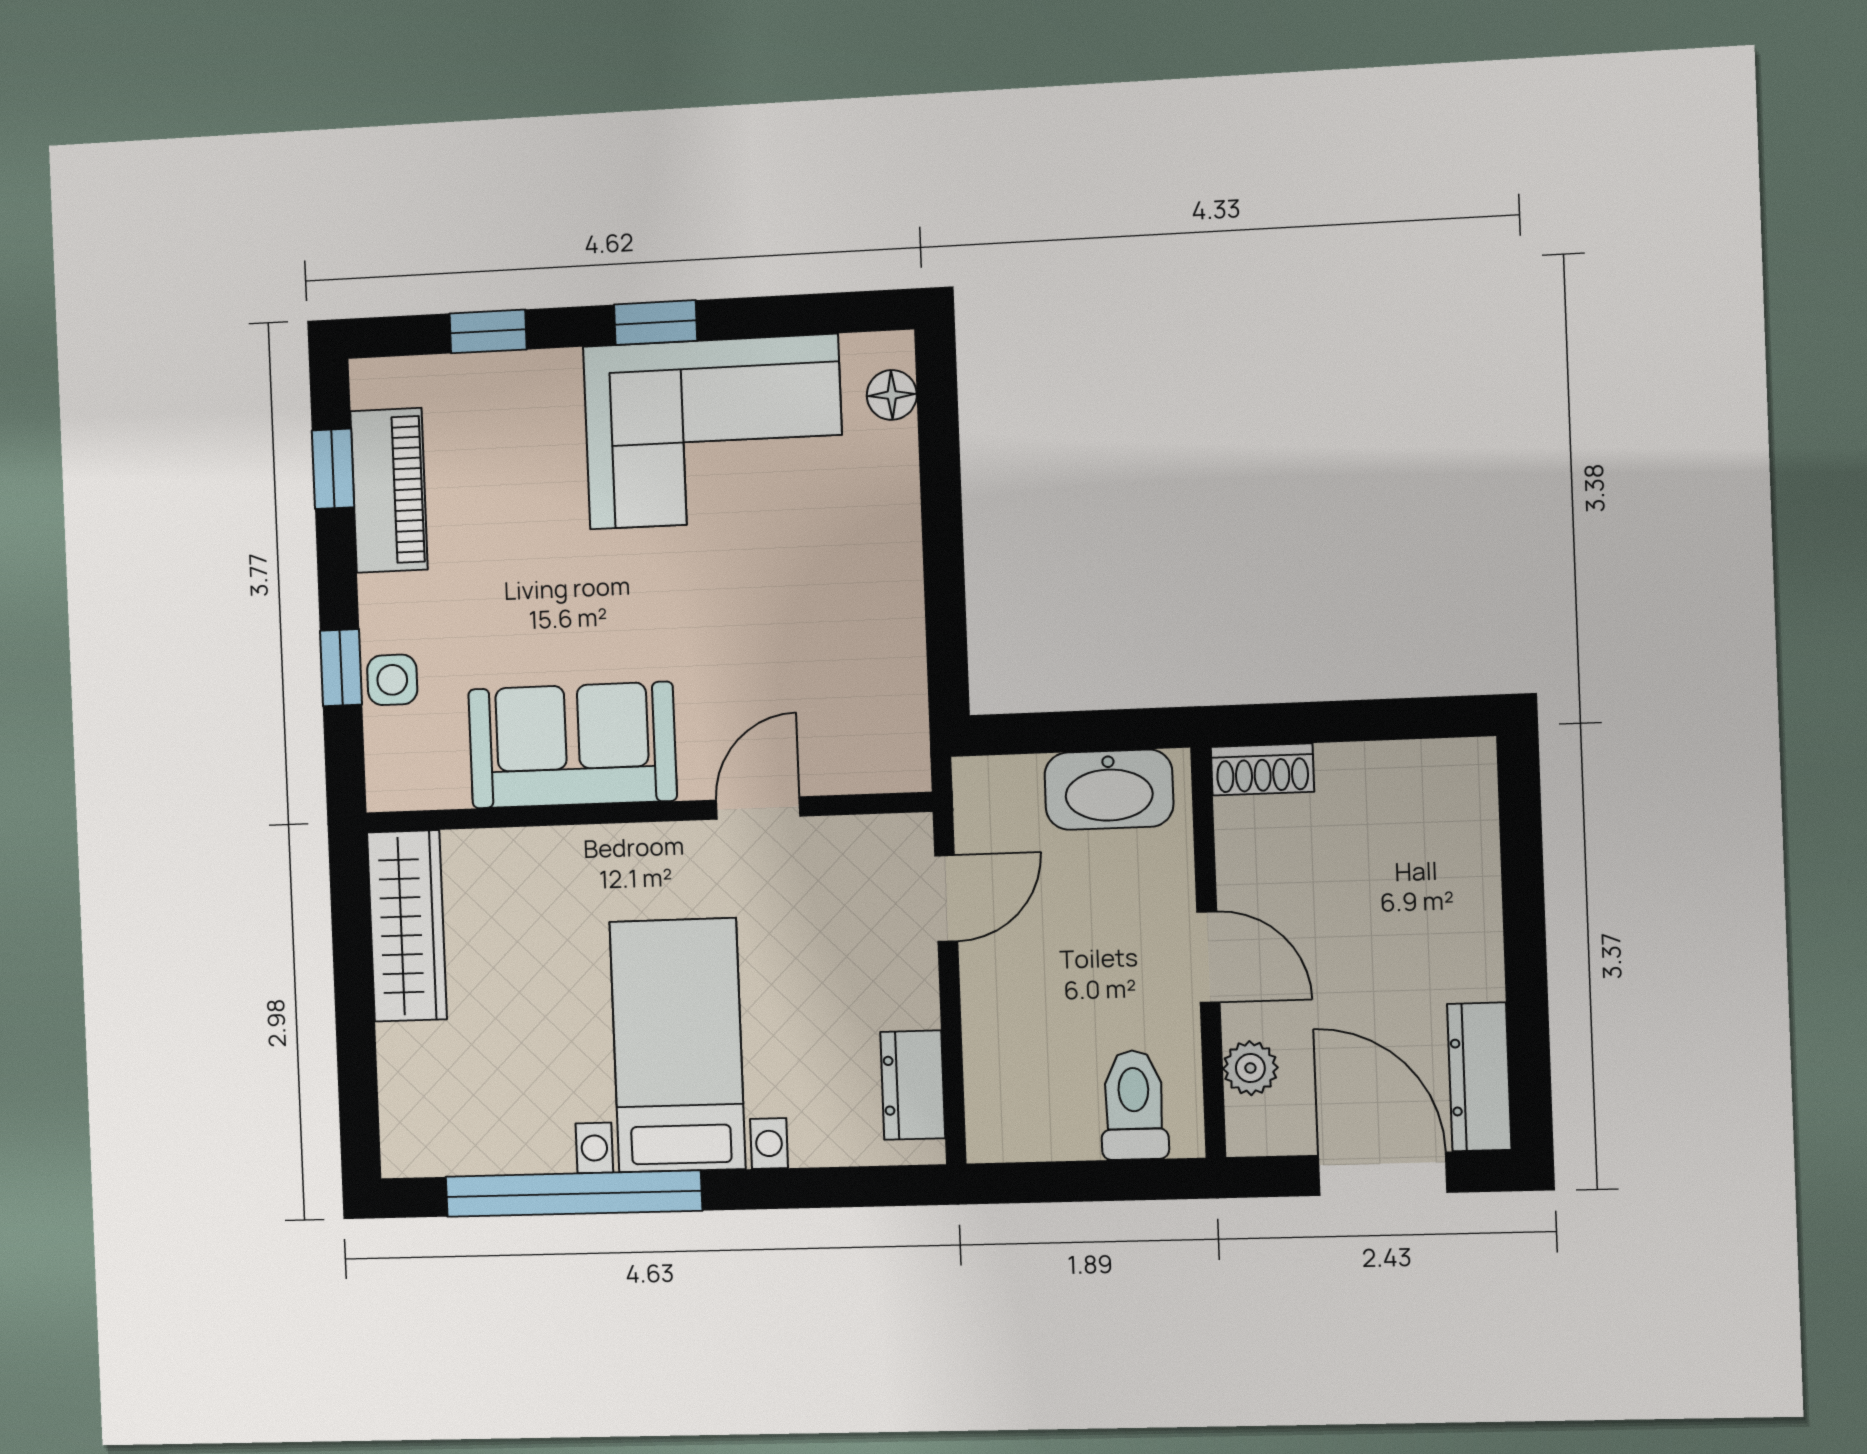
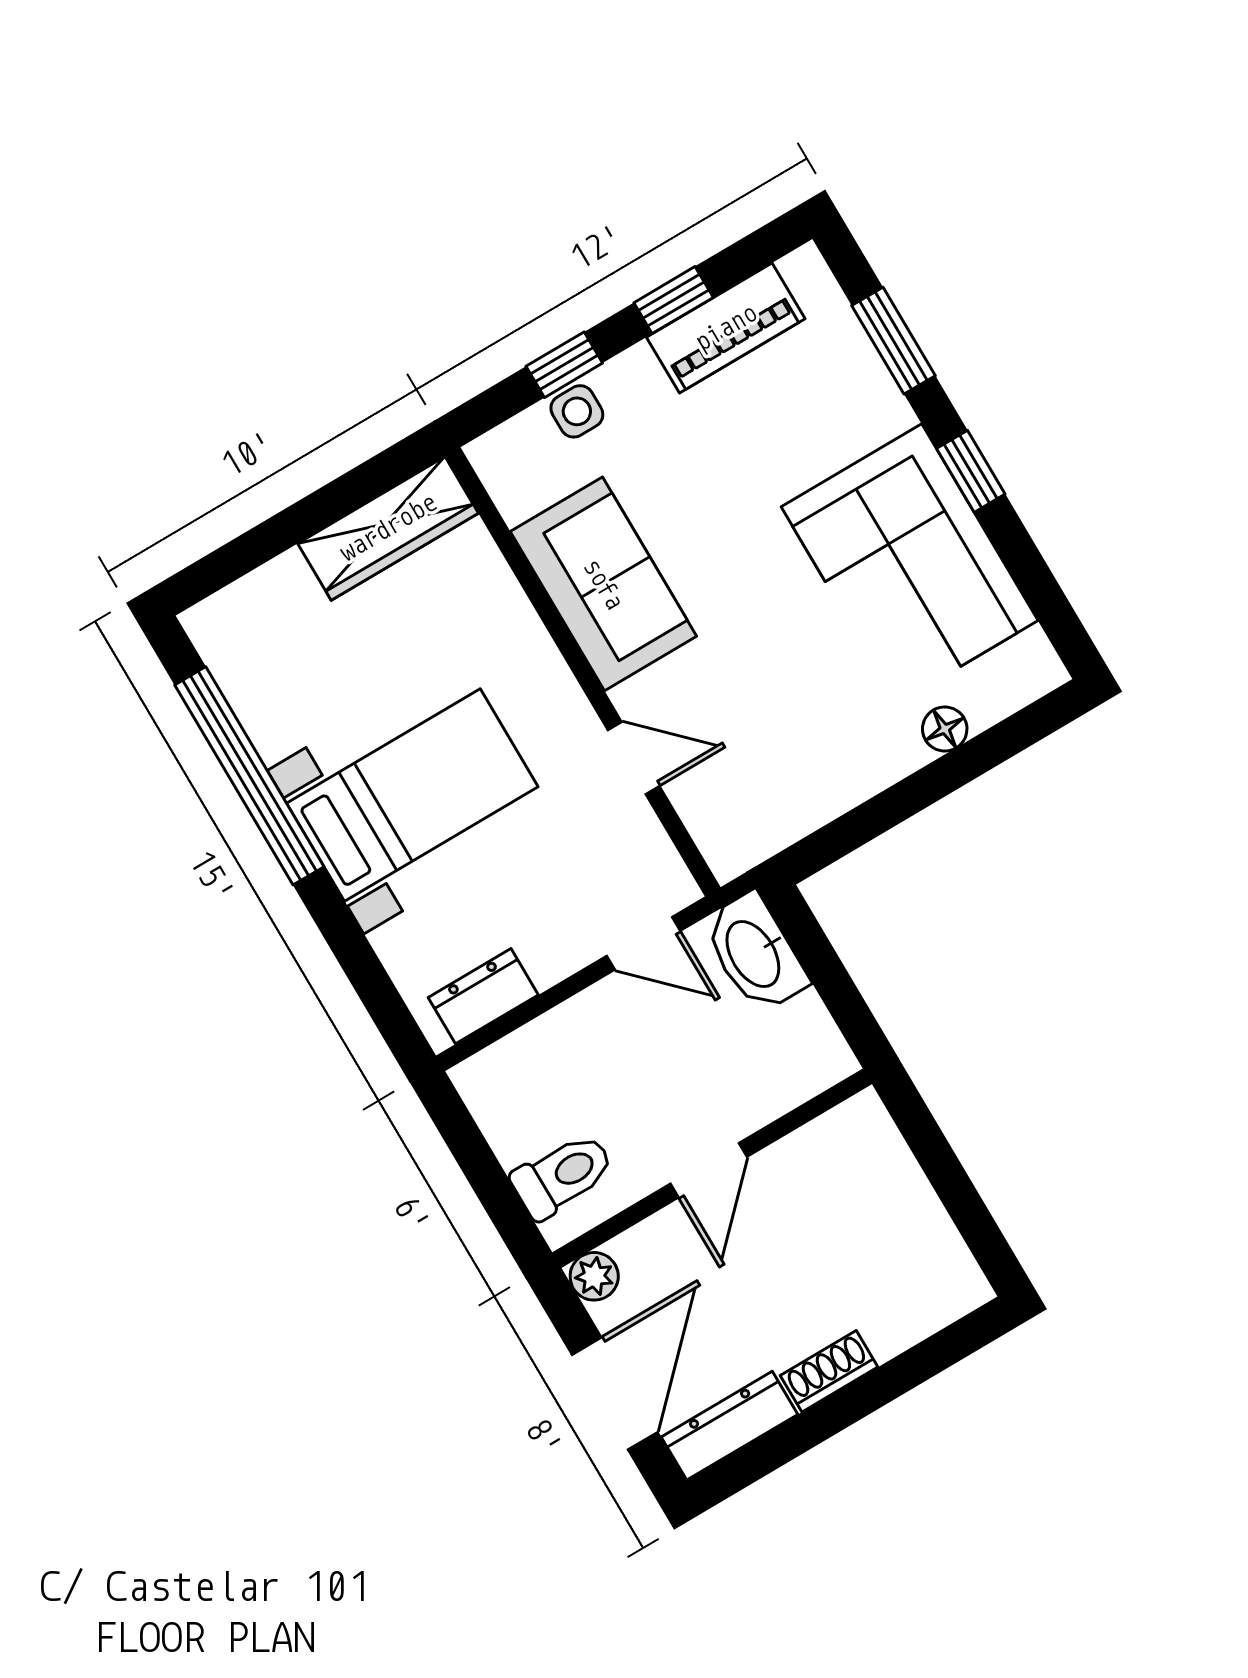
window: (488, 331) -> (893, 341), width x1.50
floor lamp: (892, 395) -> (945, 729), moved
window: (333, 469) -> (674, 300), moved
shoe rack: (1262, 769) -> (829, 1371), moved, turned 90
washbasin: (1109, 790) -> (755, 953), moved
plant: (1250, 1068) -> (594, 1276), moved

